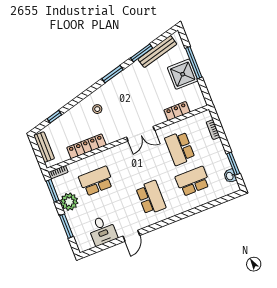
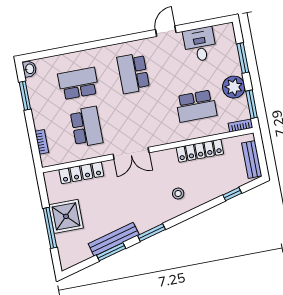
bench: (157, 52) -> (114, 239), moved
locker: (177, 111) -> (81, 173), width x1.53
double door: (141, 134) -> (131, 153), swing flipped
washbasin: (230, 176) -> (29, 69), moved
school desk: (193, 181) -> (78, 84), turned 180

